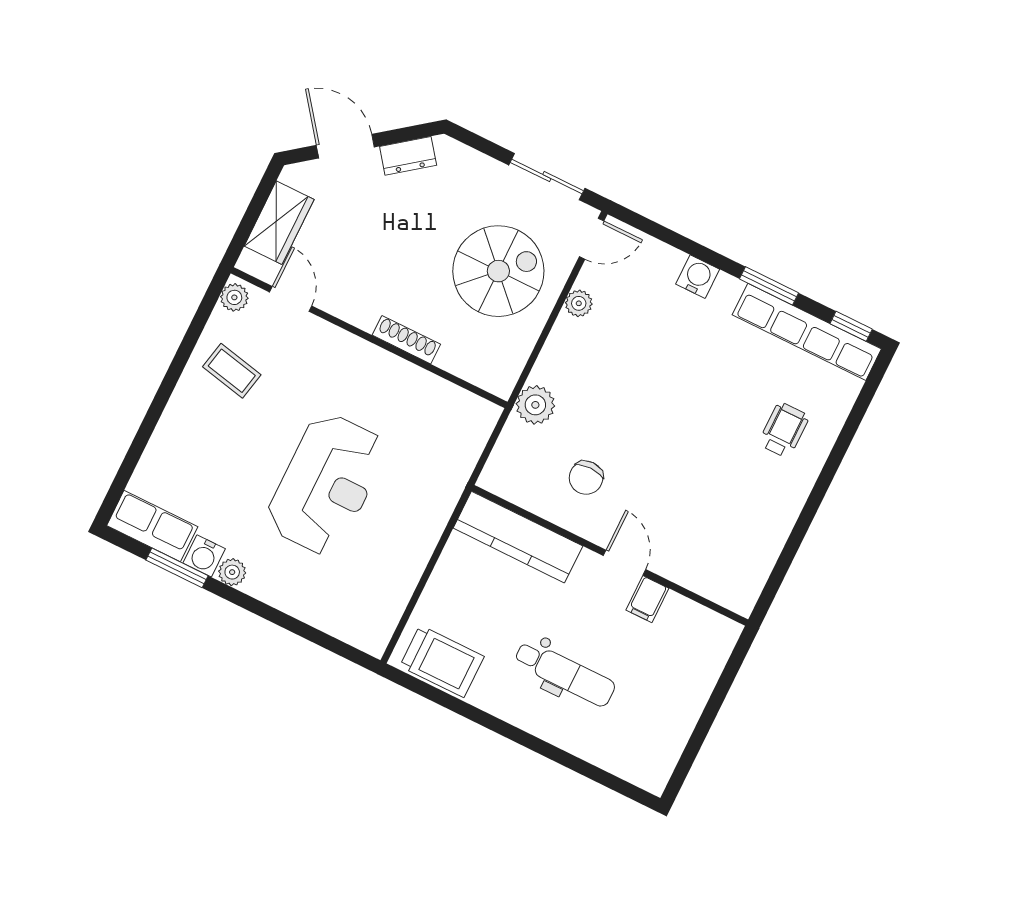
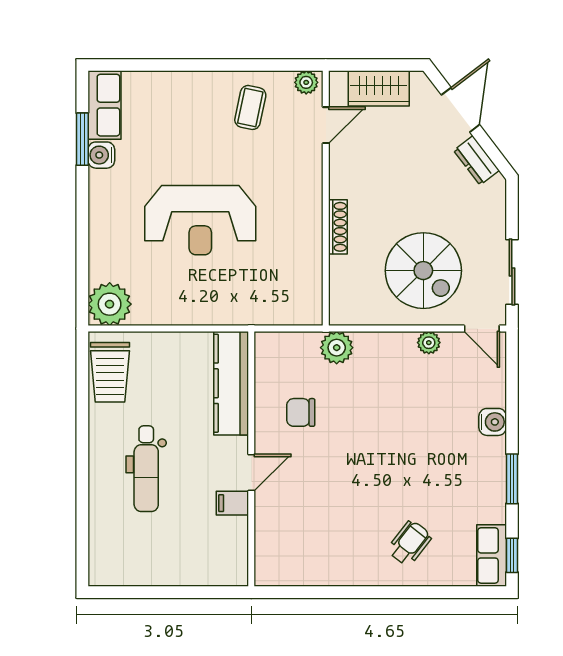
row of seats: (807, 332) -> (492, 555), width x0.50
wheelchair: (784, 430) -> (409, 543), turned -52
plant: (232, 572) -> (110, 304), moved, width x1.87, depth x1.87

